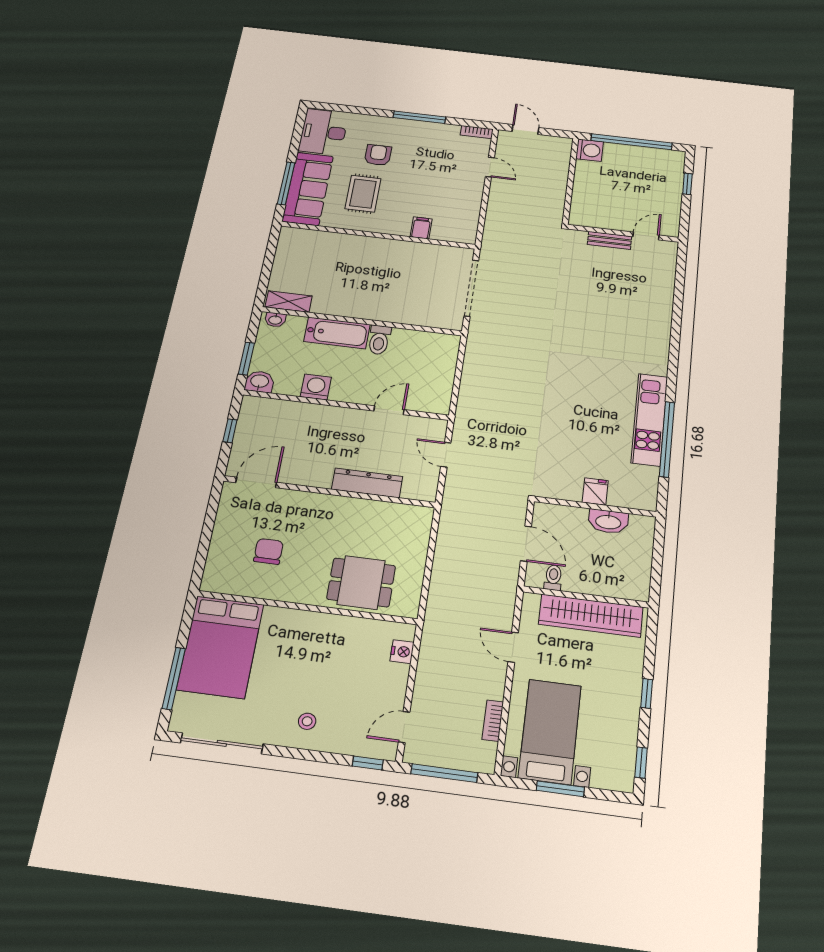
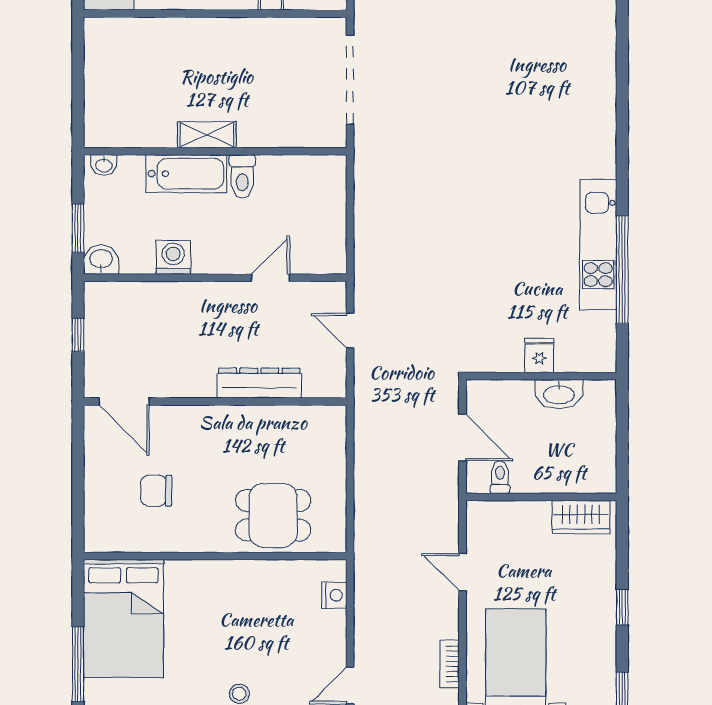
shelving: (289, 301) -> (207, 135), moved
door: (256, 482) -> (124, 401), swing flipped
chair: (269, 551) -> (156, 491), turned -90
wardrobe: (591, 616) -> (581, 517), width x0.48, depth x0.85

